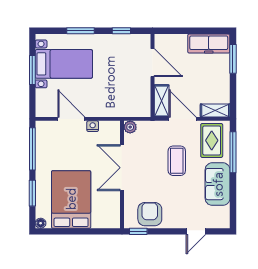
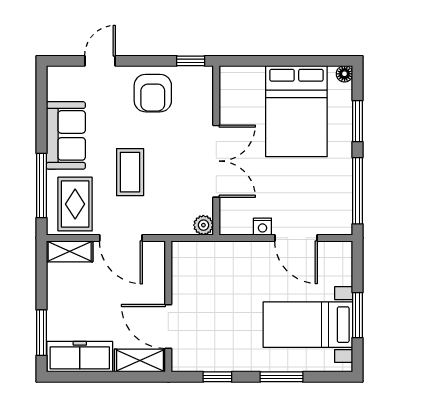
shelving: (162, 101) -> (140, 360), moved, turned 90
armchair: (150, 214) -> (153, 93), moved

